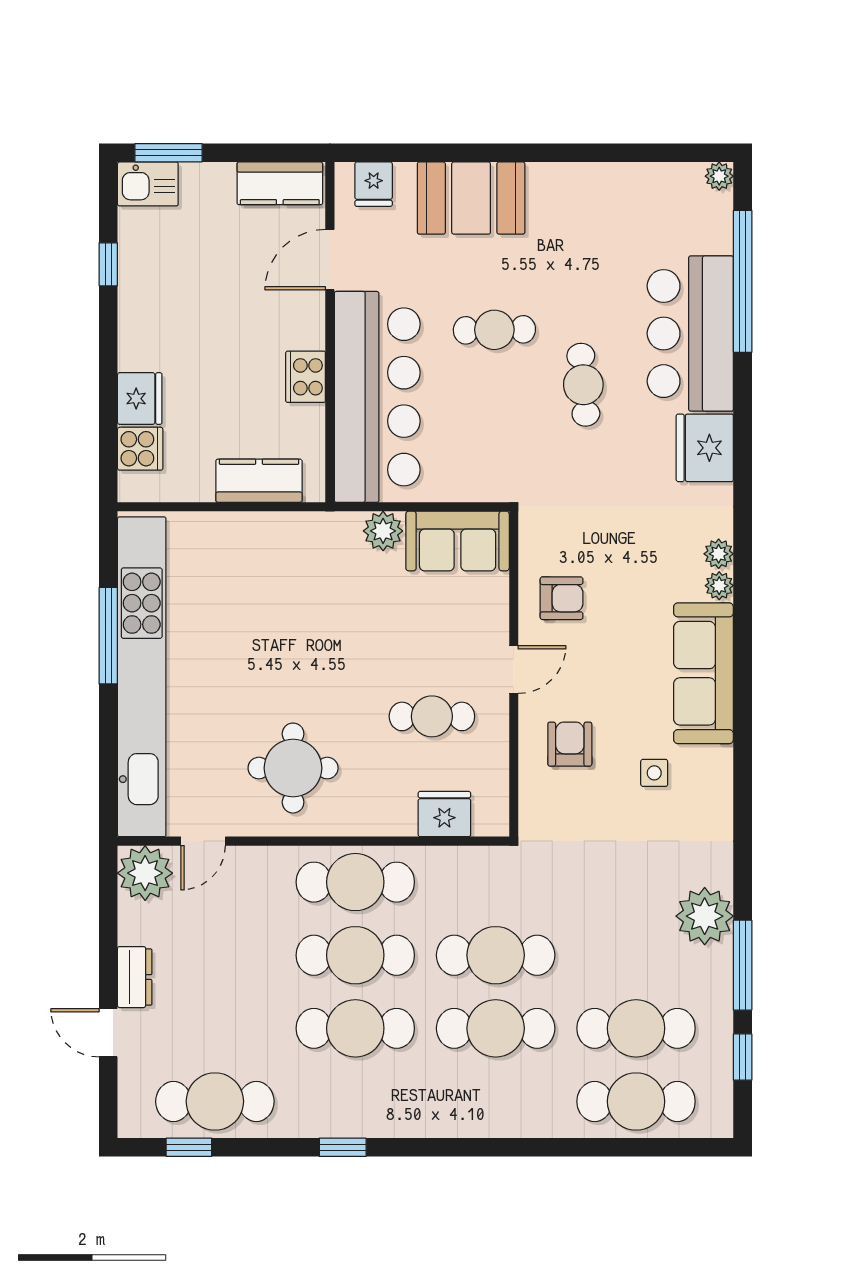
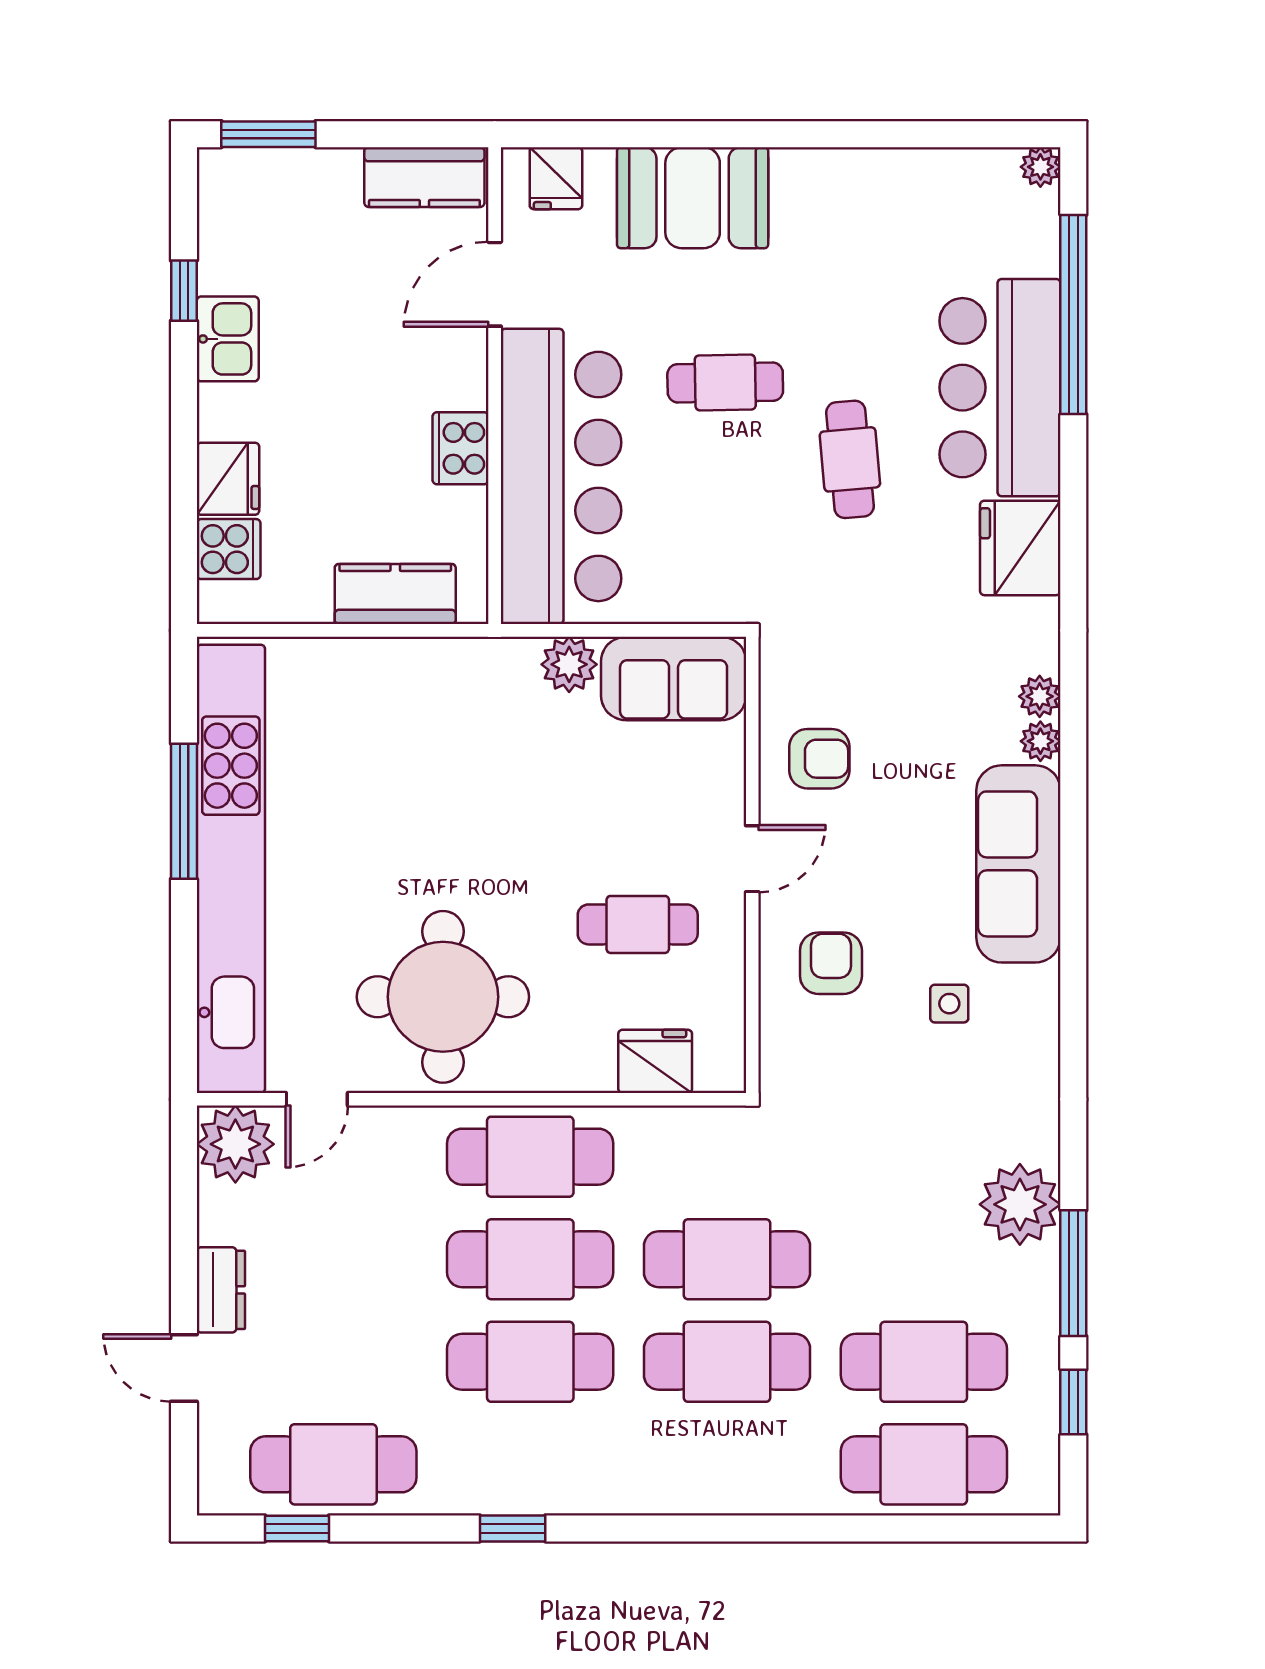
kitchen sink: (148, 184) -> (228, 339), moved, turned -90
round table: (293, 768) -> (443, 997), width x1.36, depth x1.36

